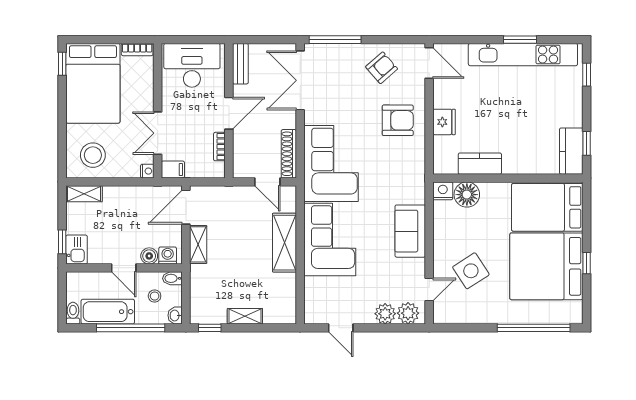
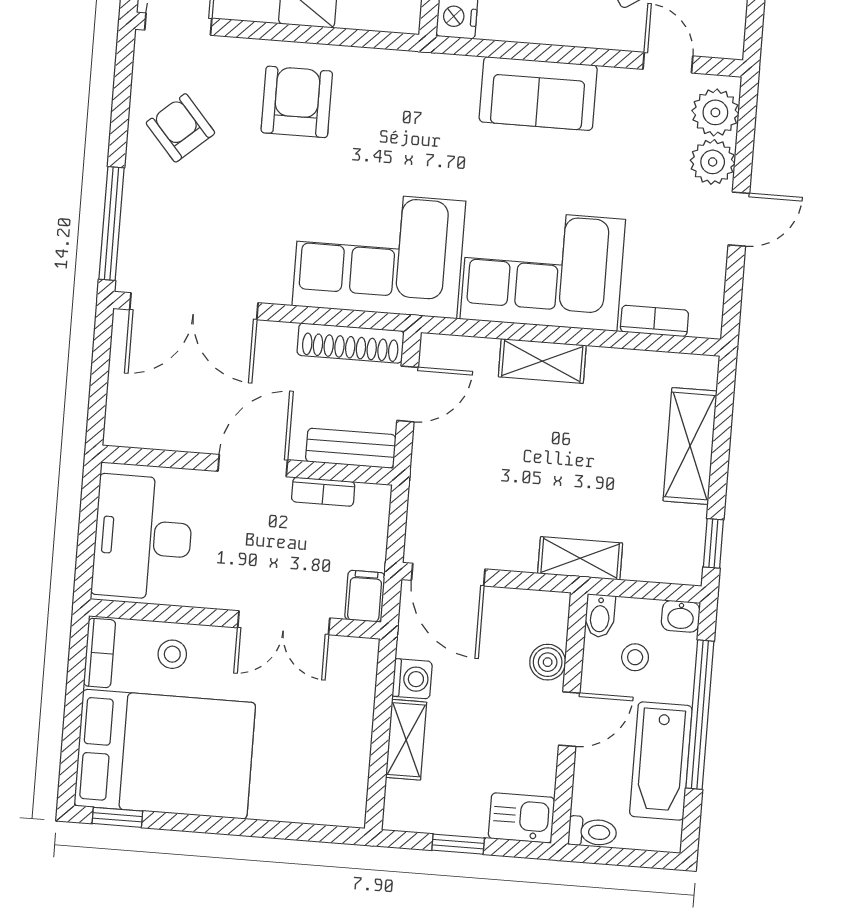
bench: (240, 64) -> (351, 448), moved
door: (229, 113) -> (253, 466), hinge flipped
stool: (93, 155) -> (172, 654), moved, width x0.53, depth x0.53
nightstand: (147, 171) -> (364, 652), removed
shelving: (84, 194) -> (406, 740), moved
window: (62, 242) -> (458, 844), moved
shelving: (284, 243) -> (542, 361), width x0.67, depth x0.75
shelving: (198, 244) -> (580, 558), moved
washing machine: (168, 256) -> (412, 679), moved, turned 180
bookcase: (310, 293) -> (654, 321), added
toilet: (73, 313) -> (592, 832), moved, turned 180
shelving: (245, 316) -> (690, 446), width x1.50, depth x1.33
door: (341, 328) -> (739, 219), moved

